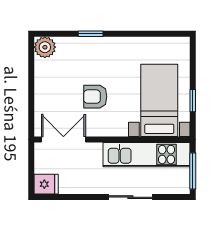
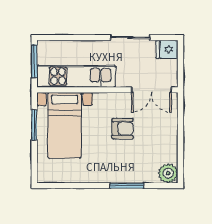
window: (91, 34) -> (127, 186), width x1.50
window: (193, 101) -> (34, 125), width x1.50
sliding door: (130, 197) -> (130, 38), moved

